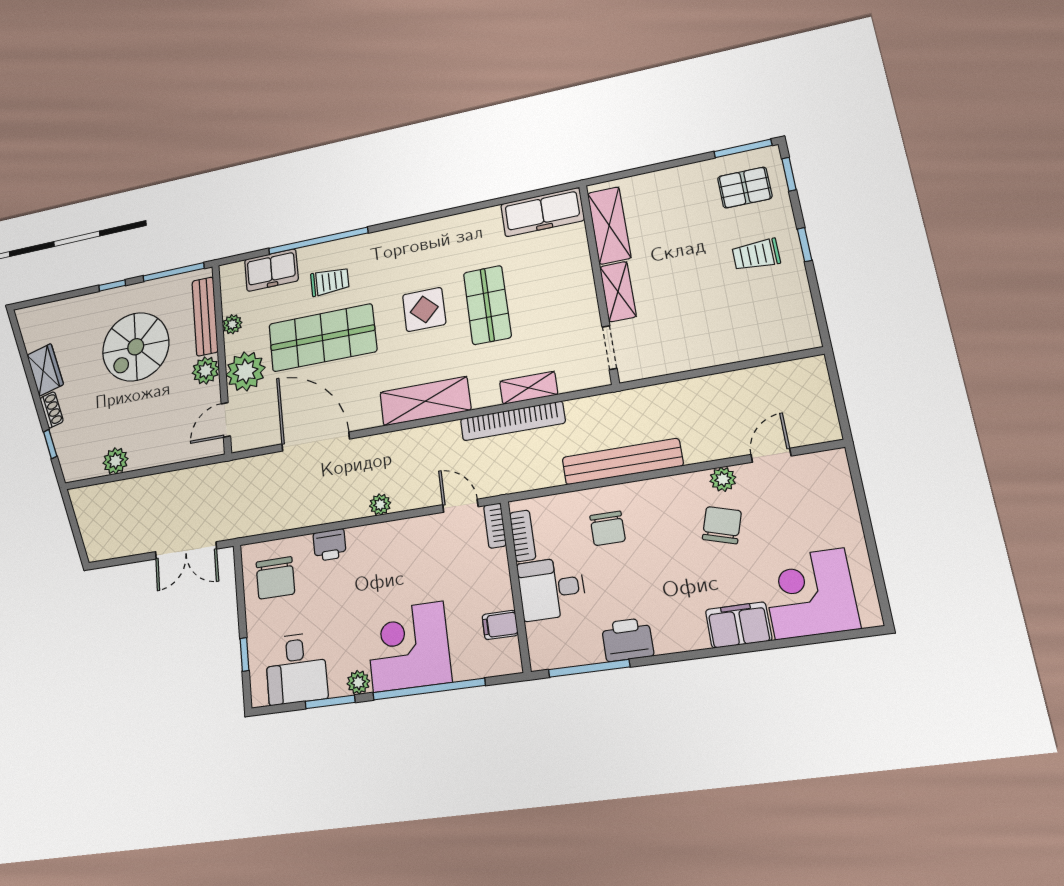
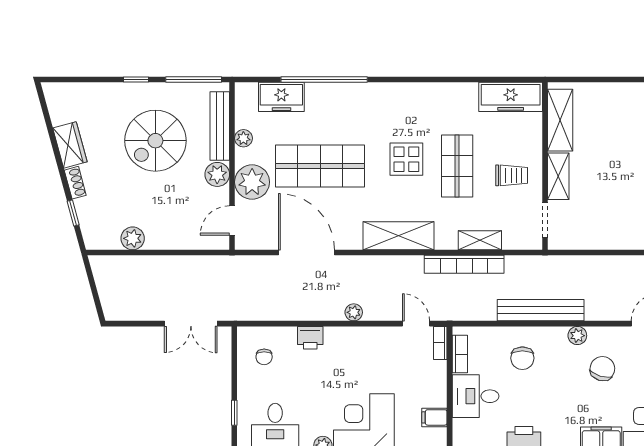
trolley: (330, 282) -> (512, 175), moved
plant: (723, 479) -> (577, 336), moved
chair: (275, 578) -> (264, 357), width x0.54, depth x0.54

